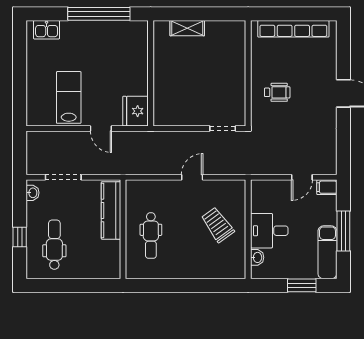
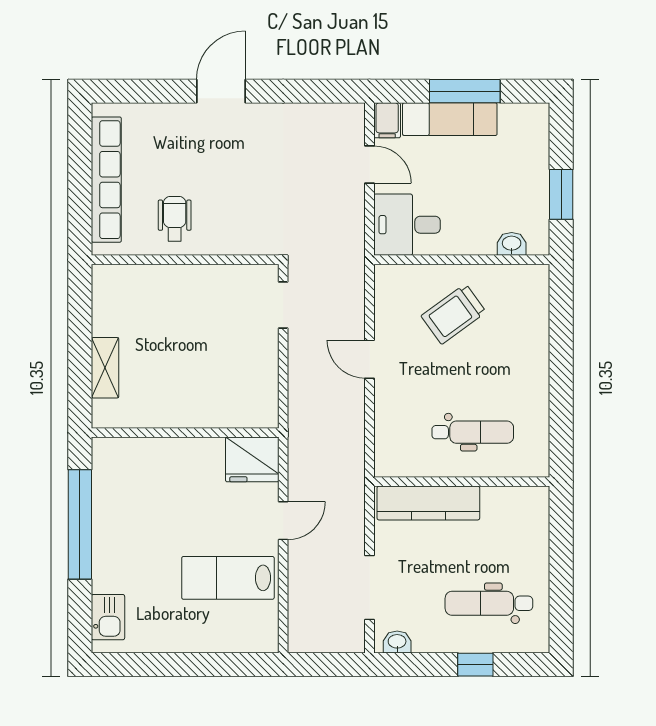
wheelchair: (277, 92) -> (175, 219), moved
desk: (269, 231) -> (407, 225), moved, turned 90
exam couch: (327, 252) -> (450, 119), moved
window: (302, 285) -> (561, 194), moved

